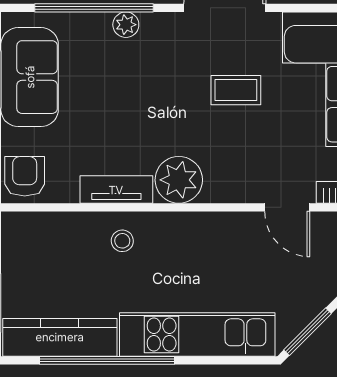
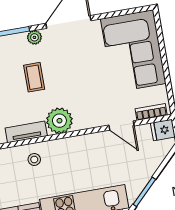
plant: (126, 25) -> (34, 37), moved
coffee table: (236, 90) -> (34, 77), moved, turned 90

